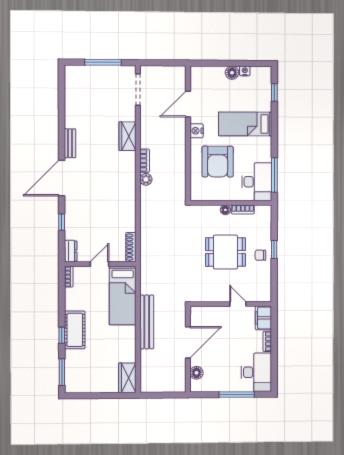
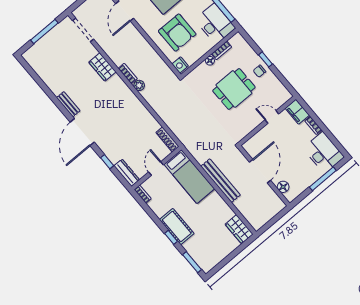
nightstand: (197, 131) -> (180, 65), moved
dresser: (71, 251) -> (127, 173), width x1.44

